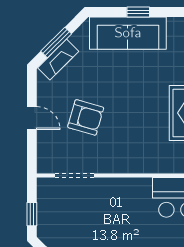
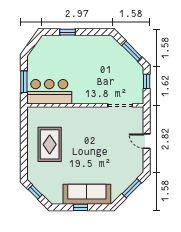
fireplace: (58, 60) -> (130, 178), removed
armchair: (86, 117) -> (113, 142), removed

